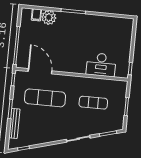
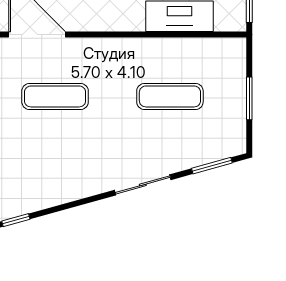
exercise mat: (45, 98) -> (55, 96), width x0.73, depth x0.69

